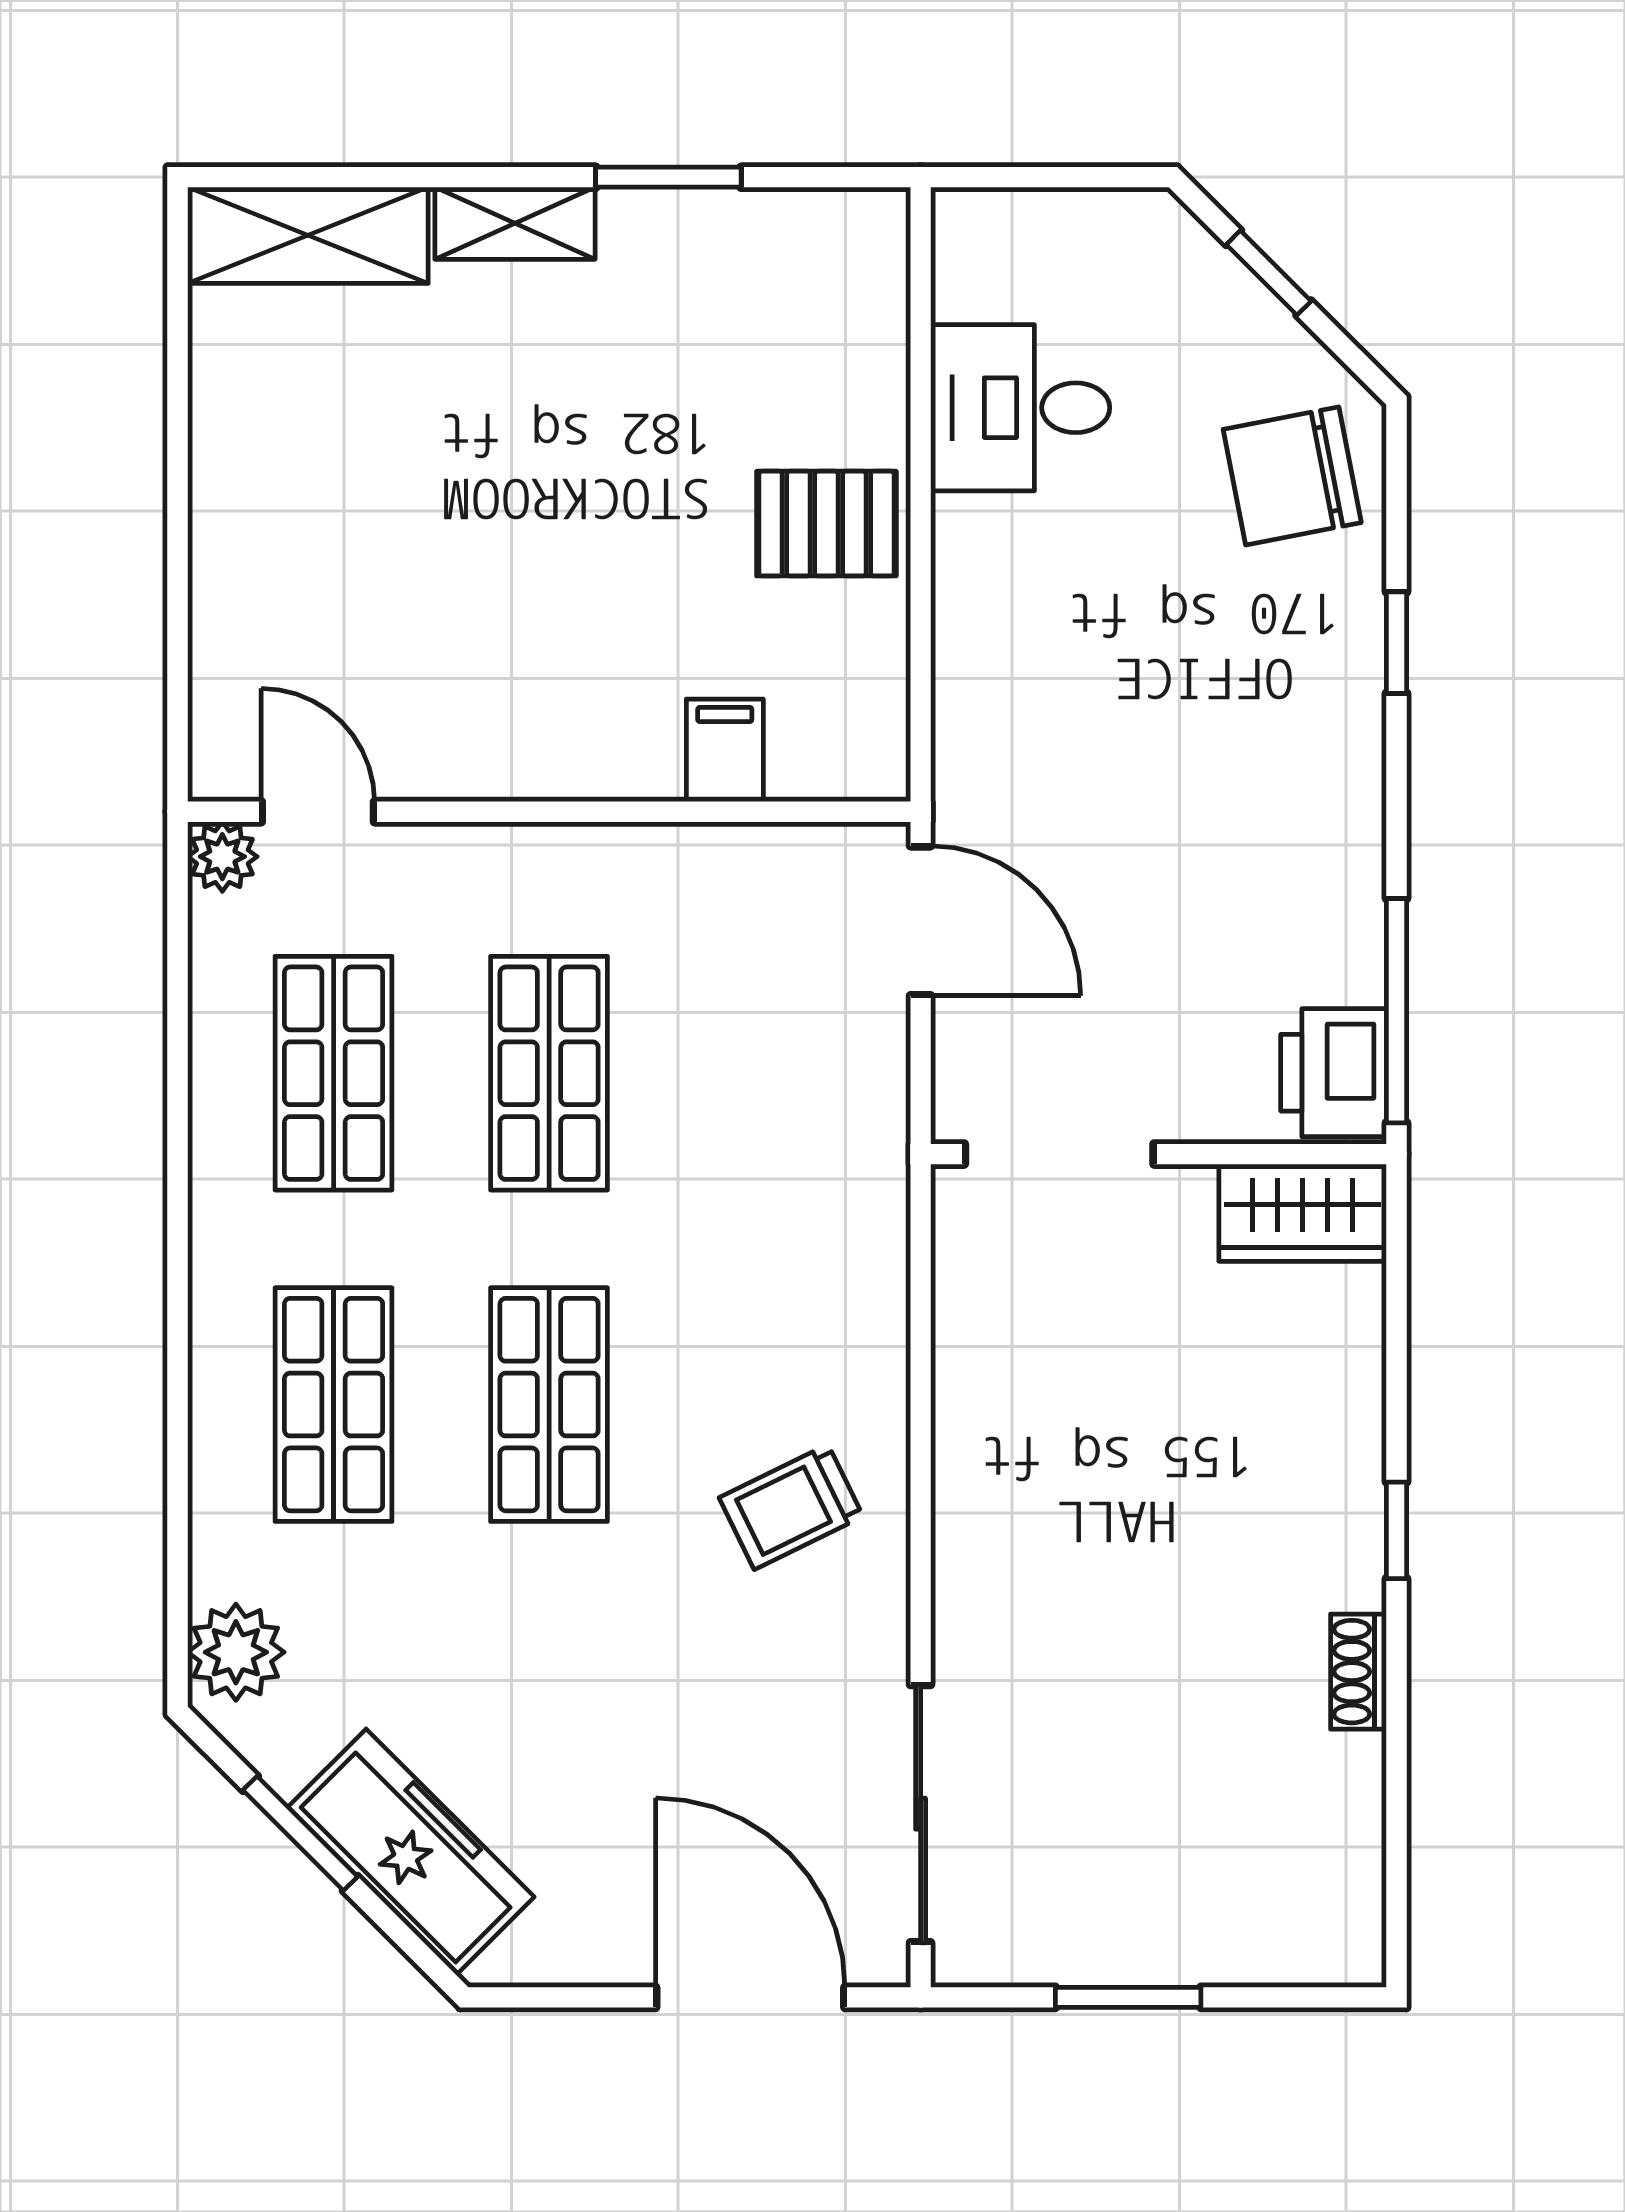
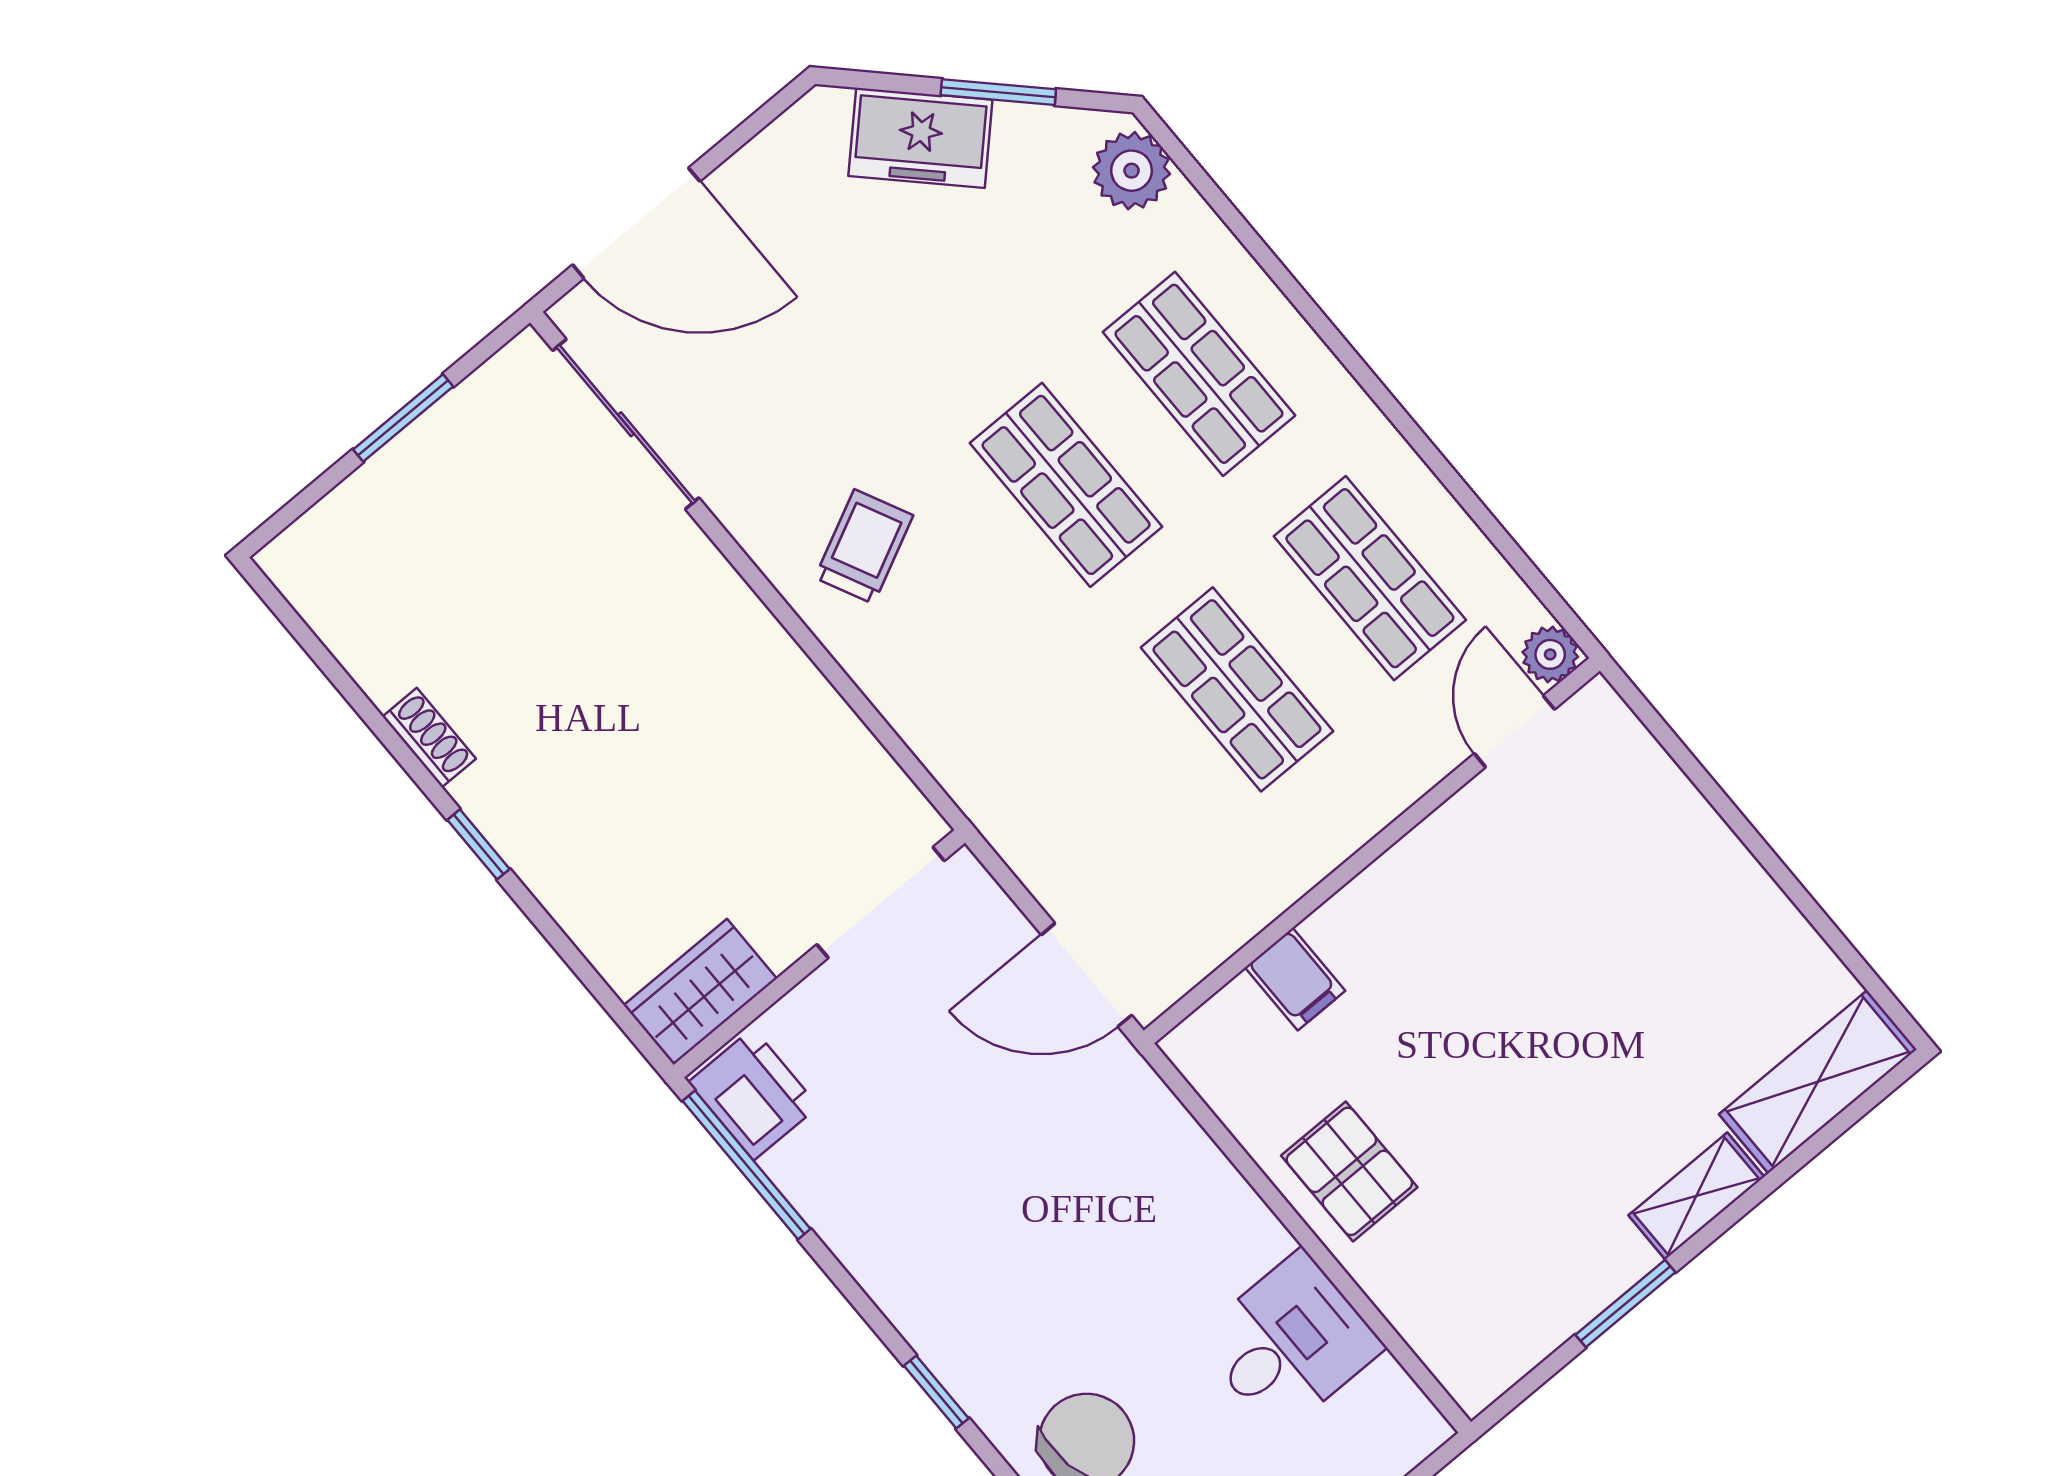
pallet: (826, 524) -> (1349, 1171), turned 90
door: (318, 812) -> (1514, 731), swing flipped
freezer: (411, 1852) -> (920, 138), width x0.71

